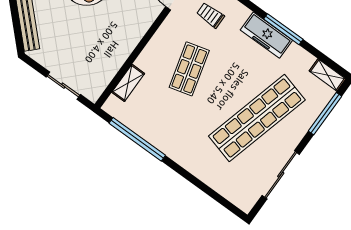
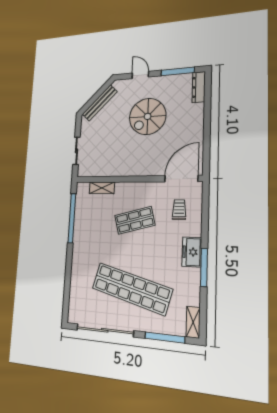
freezer: (266, 35) -> (192, 252), width x0.71
sliding door: (281, 175) -> (105, 330), width x1.36

